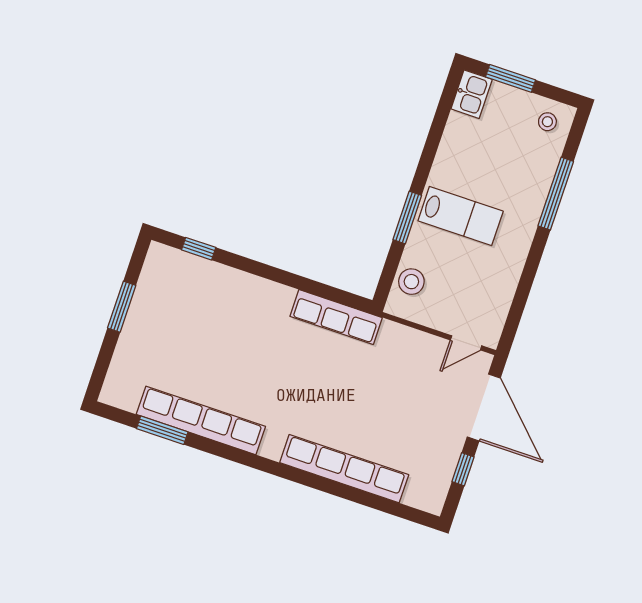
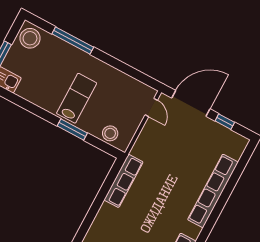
stool: (547, 122) -> (30, 38), width x1.89, depth x1.89

